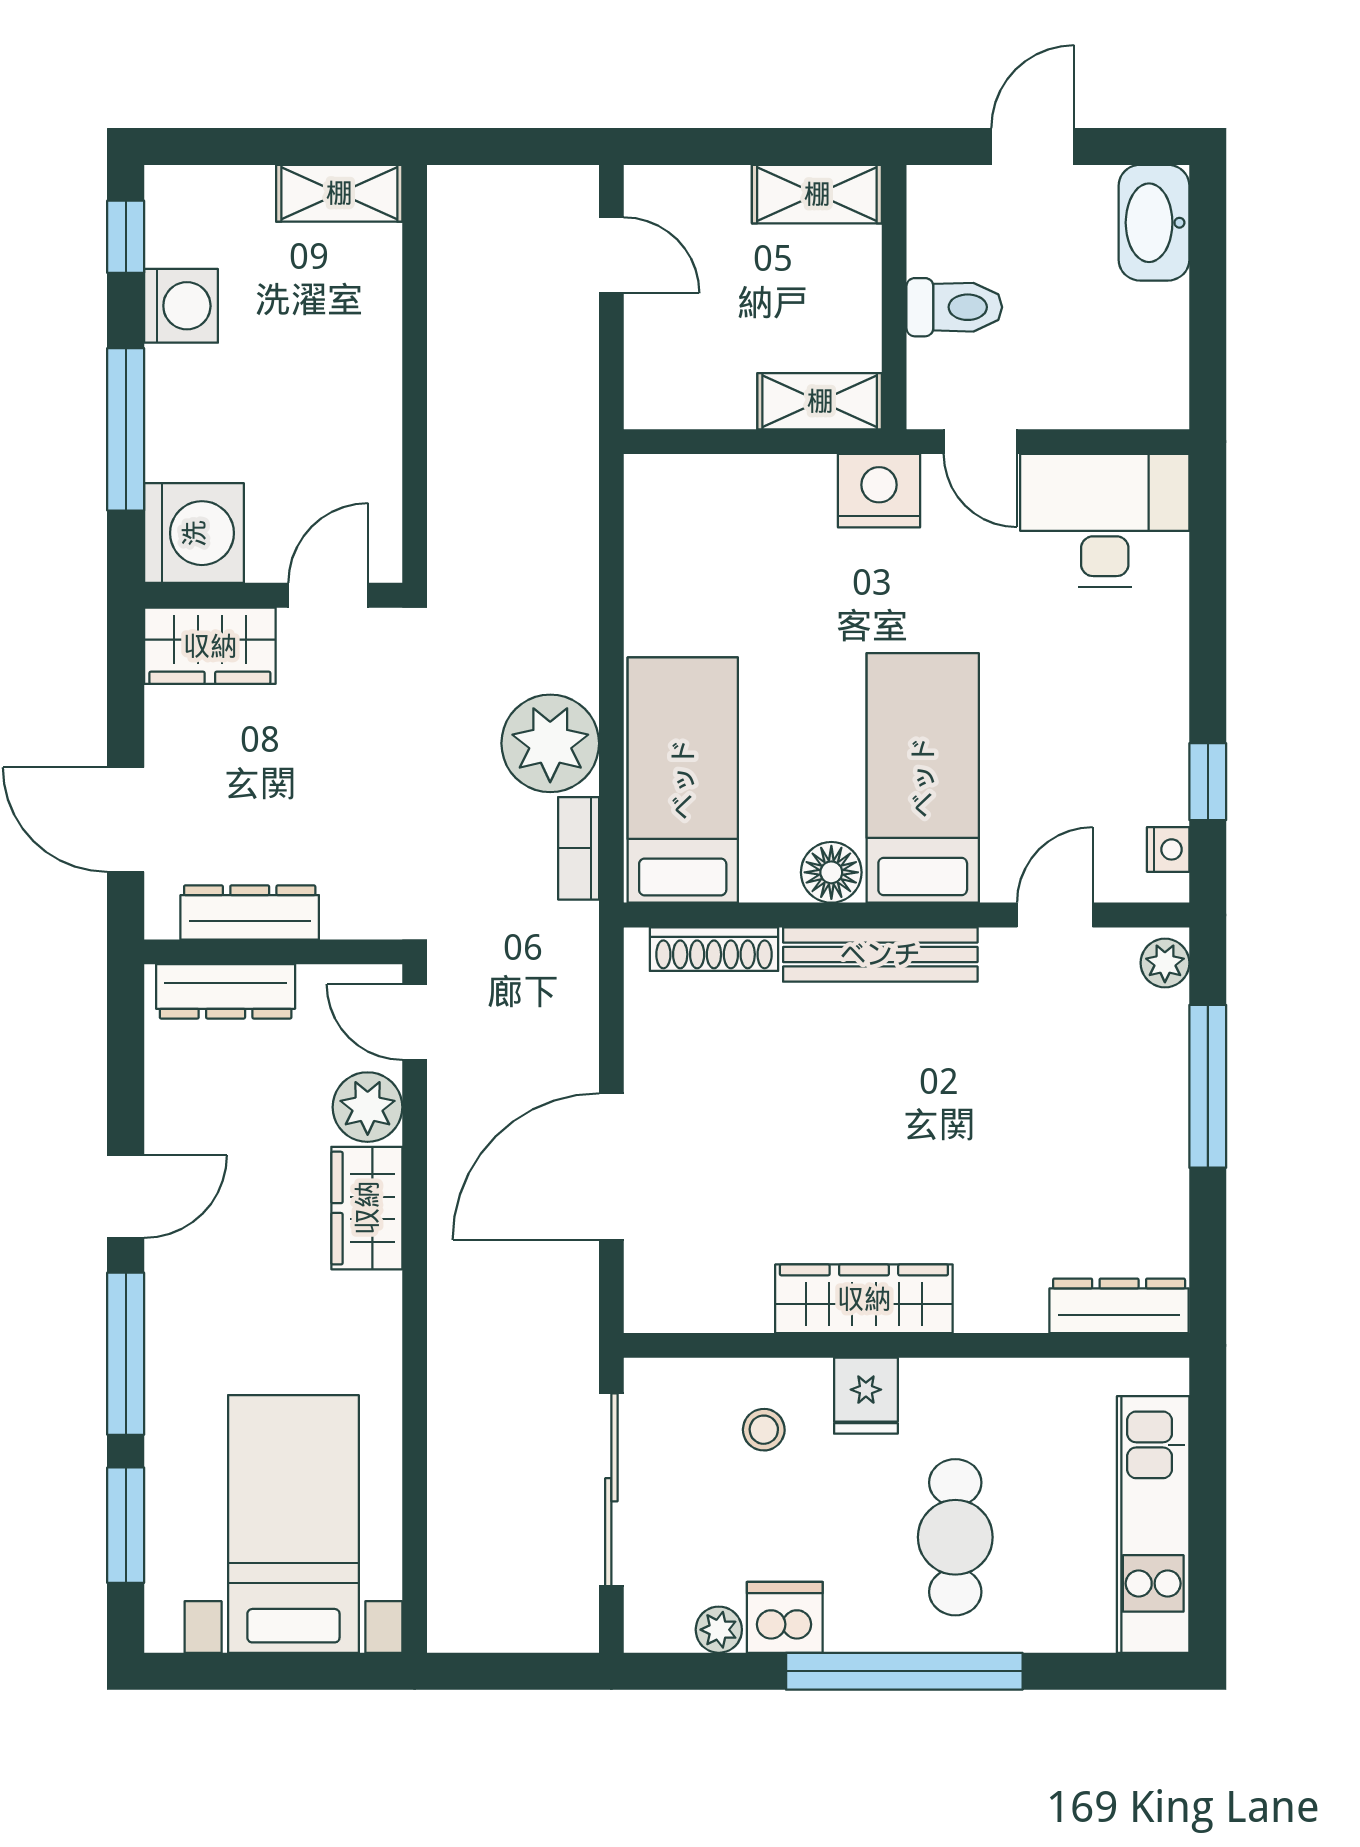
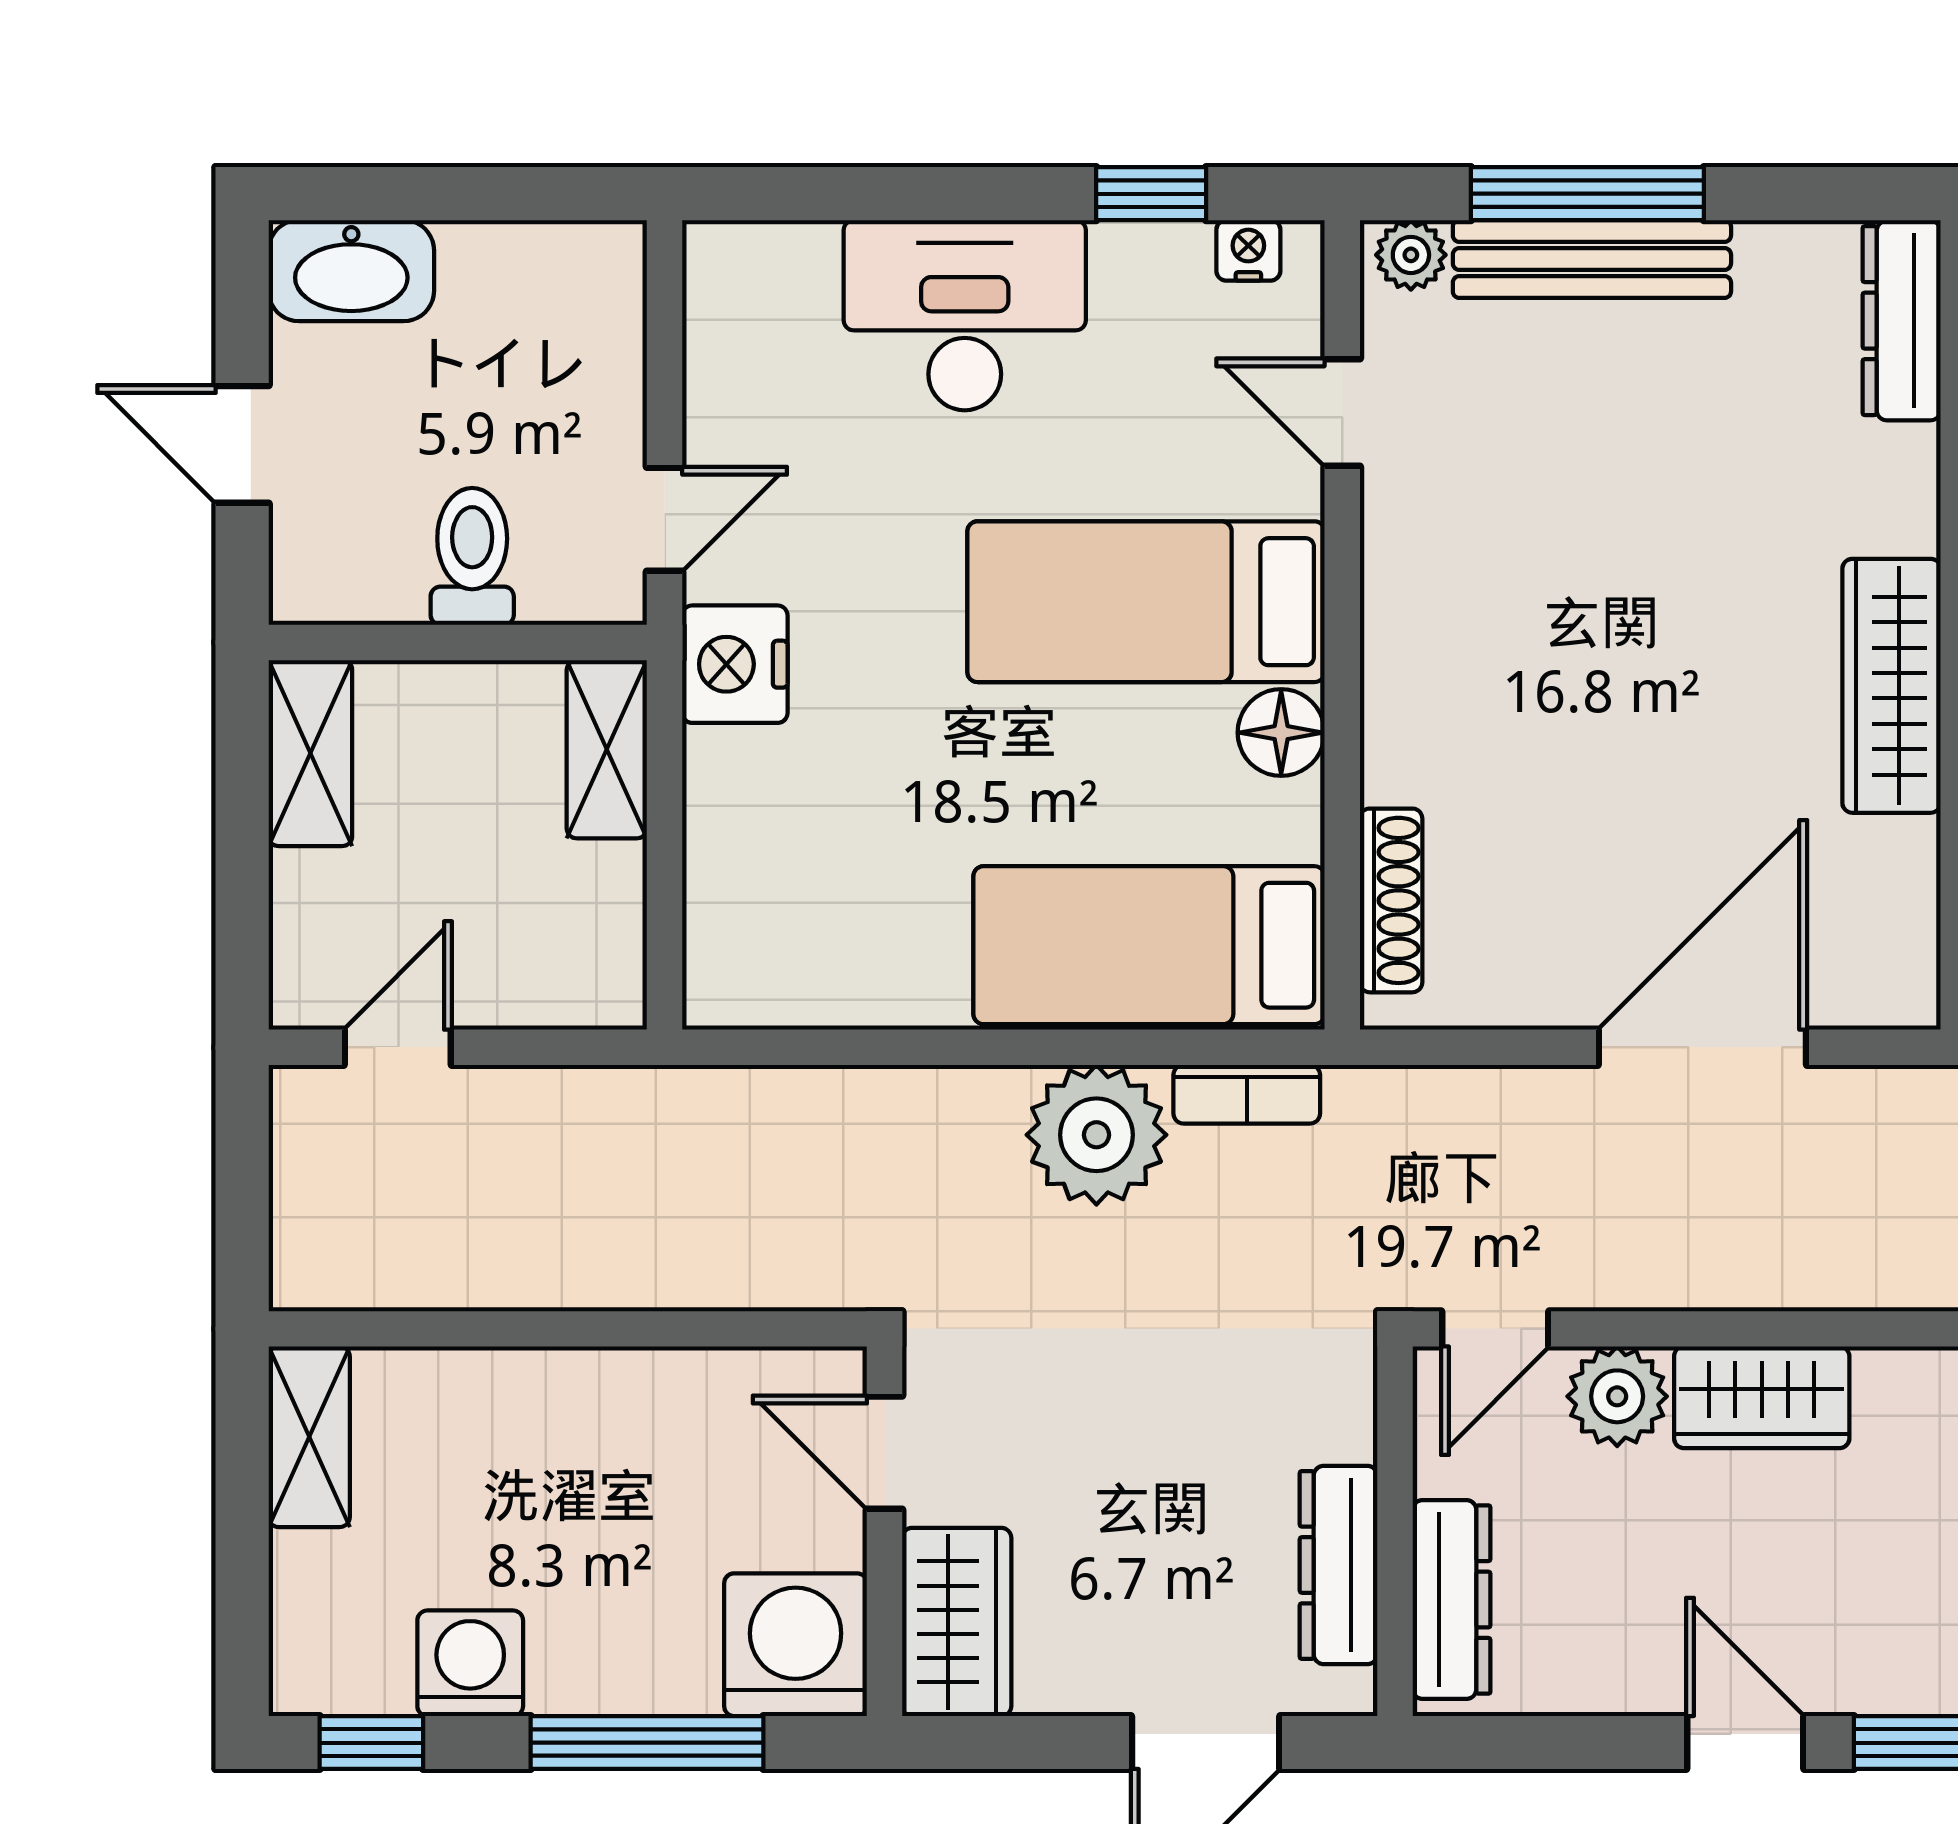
desk: (1105, 520) -> (965, 315), moved, turned 90
bench: (880, 954) -> (1592, 259), moved, turned 90
door: (611, 1167) -> (1702, 1047), swing flipped

